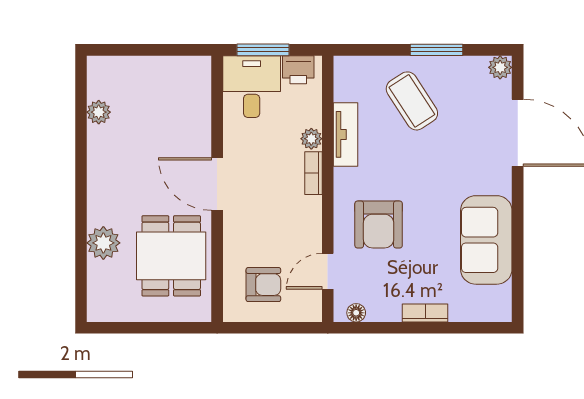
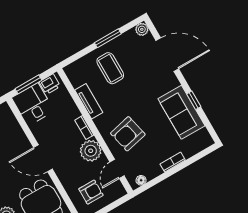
coffee table: (412, 101) -> (110, 68), turned 33
plant: (311, 139) -> (91, 151), moved, width x1.88, depth x1.88
armchair: (379, 224) -> (128, 134), turned 77
window: (518, 232) -> (194, 100), added

